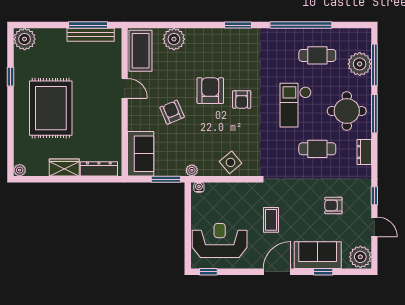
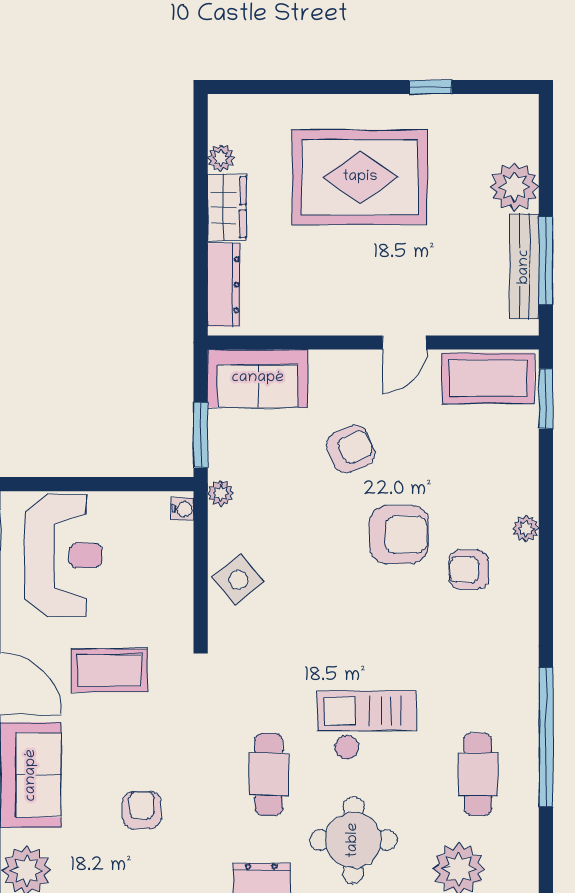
window: (238, 25) -> (546, 399), moved
plant: (25, 39) -> (514, 187), moved
plant: (174, 39) -> (526, 528), moved, width x0.53, depth x0.53
armchair: (242, 99) -> (469, 570), moved
plant: (20, 170) -> (221, 158), moved
coffee table: (271, 220) -> (110, 670), width x1.36, depth x1.30

